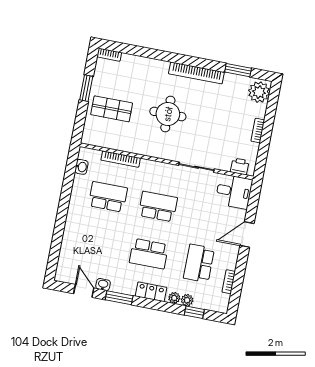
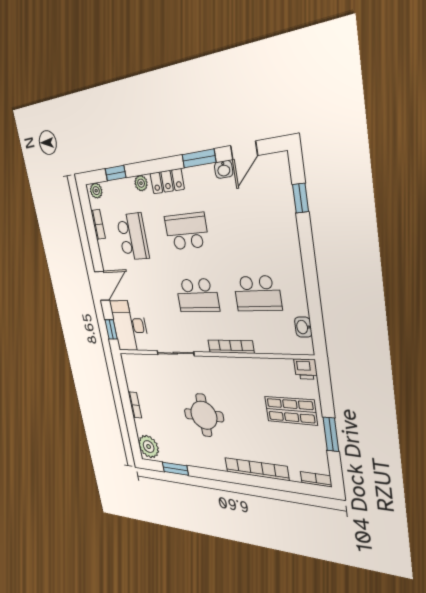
bookcase: (196, 73) -> (256, 469), moved
round table: (168, 114) -> (204, 415), moved
bookcase: (121, 159) -> (231, 347), moved
printer: (240, 166) -> (306, 369), moved
desk: (234, 192) -> (130, 326), width x1.37
window: (254, 198) -> (111, 329), added
window: (55, 250) -> (301, 198), added
door: (84, 291) -> (244, 150), hinge flipped
plant: (187, 300) -> (96, 191), moved

